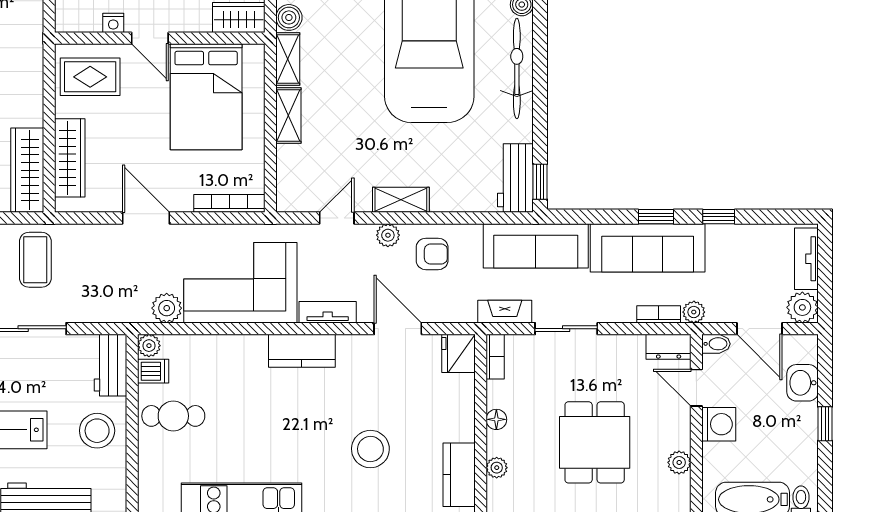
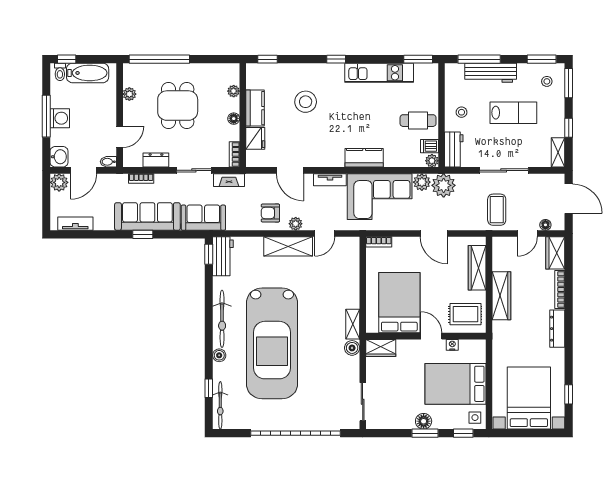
shelving: (288, 115) -> (352, 292), removed
wardrobe: (27, 170) -> (501, 296), moved
shelving: (401, 200) -> (288, 246), width x1.50, depth x1.33
bookcase: (229, 203) -> (379, 242), width x0.64
window: (719, 217) -> (107, 234), removed
sofa: (536, 246) -> (203, 218), width x0.73
tv unit: (806, 259) -> (75, 224), moved, turned -90
plant: (694, 312) -> (444, 185), moved, width x1.88, depth x1.88
door: (760, 329) -> (84, 170), swing flipped
dresser: (669, 347) -> (156, 160), moved
kitchen counter: (302, 351) -> (364, 158), moved
fridge: (459, 353) -> (255, 138), moved
washbasin: (803, 383) -> (59, 157), moved
door: (696, 388) -> (120, 137), hinge flipped
washing machine: (719, 424) -> (60, 118), moved, turned 180
window: (825, 424) -> (46, 116), width x2.17
stool: (97, 431) -> (462, 112), width x0.53, depth x0.53
kitchen counter: (459, 475) -> (255, 108), moved

